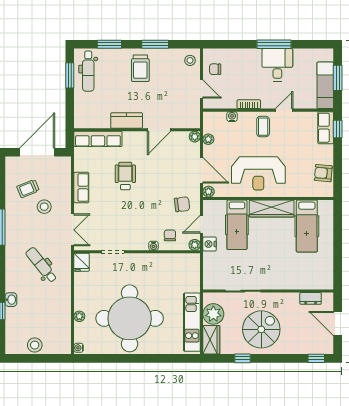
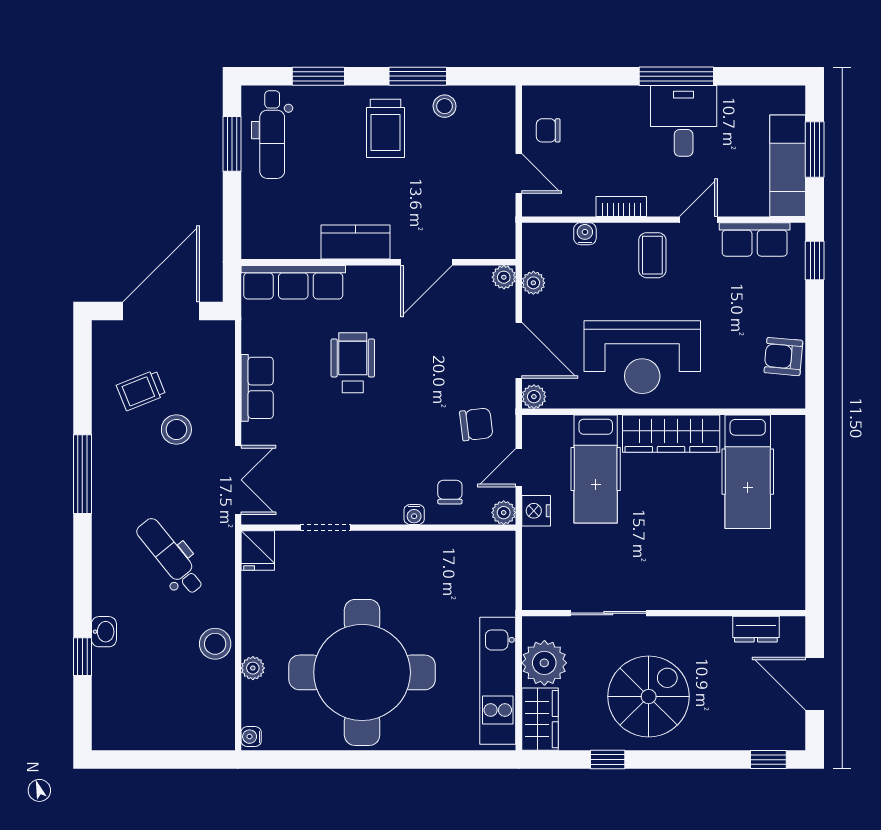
stool: (190, 60) -> (445, 106), moved
row of seats: (326, 128) -> (755, 239), moved, turned -90
stool: (35, 345) -> (215, 644), moved

